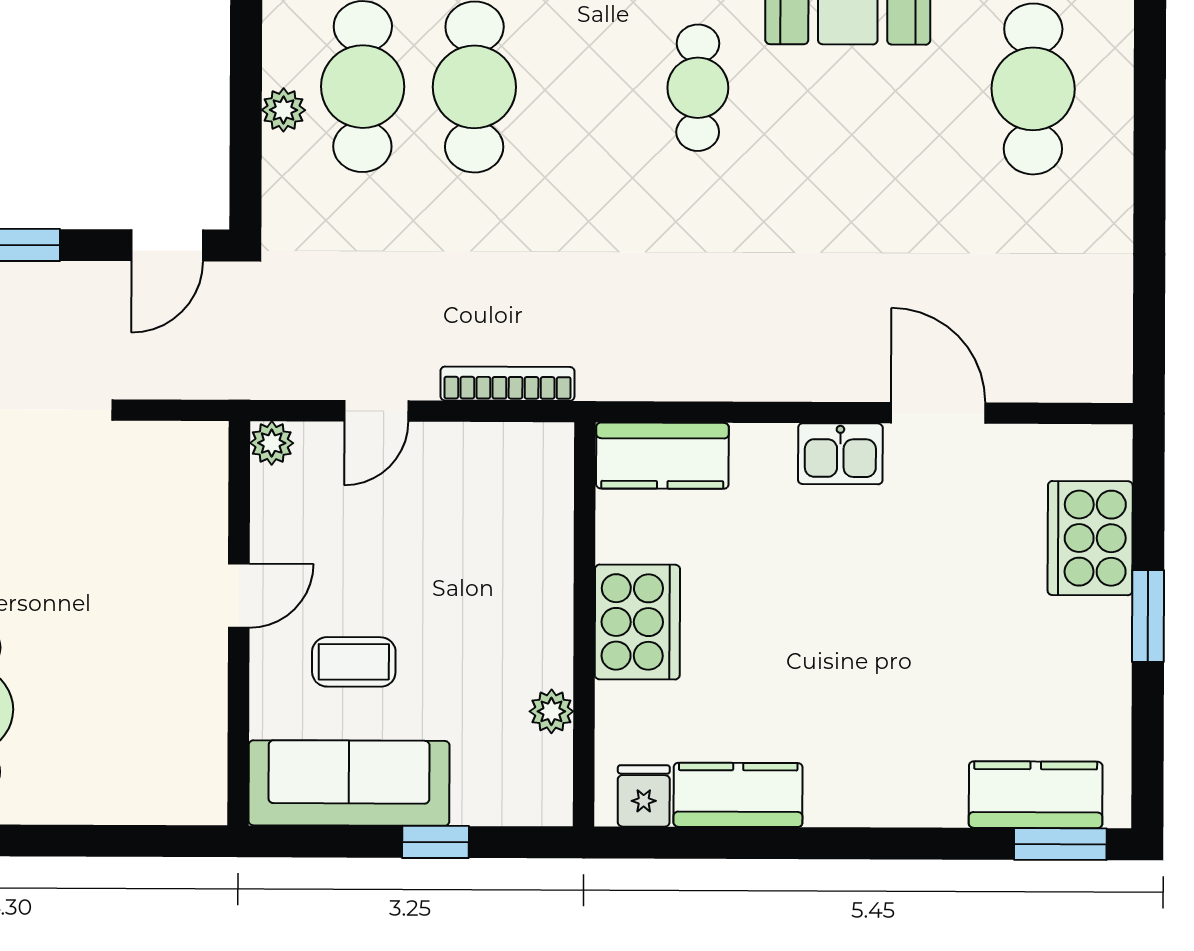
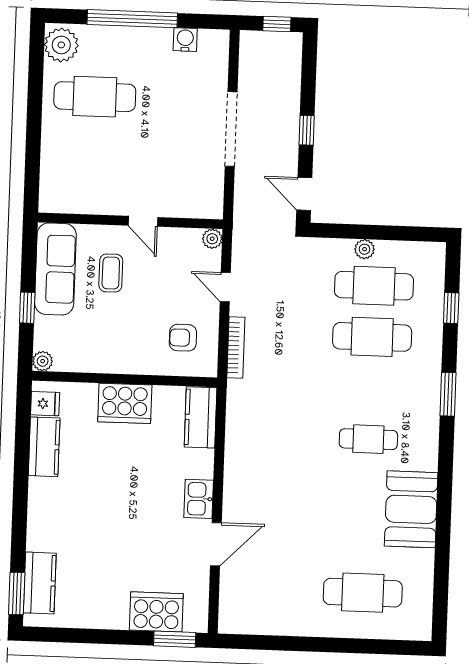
armchair: (490, 500) -> (183, 338), added
window: (1148, 616) -> (175, 639), moved
plant: (551, 711) -> (43, 361), moved

